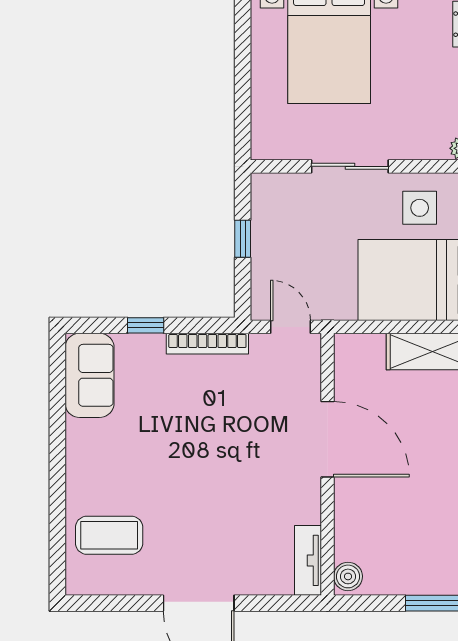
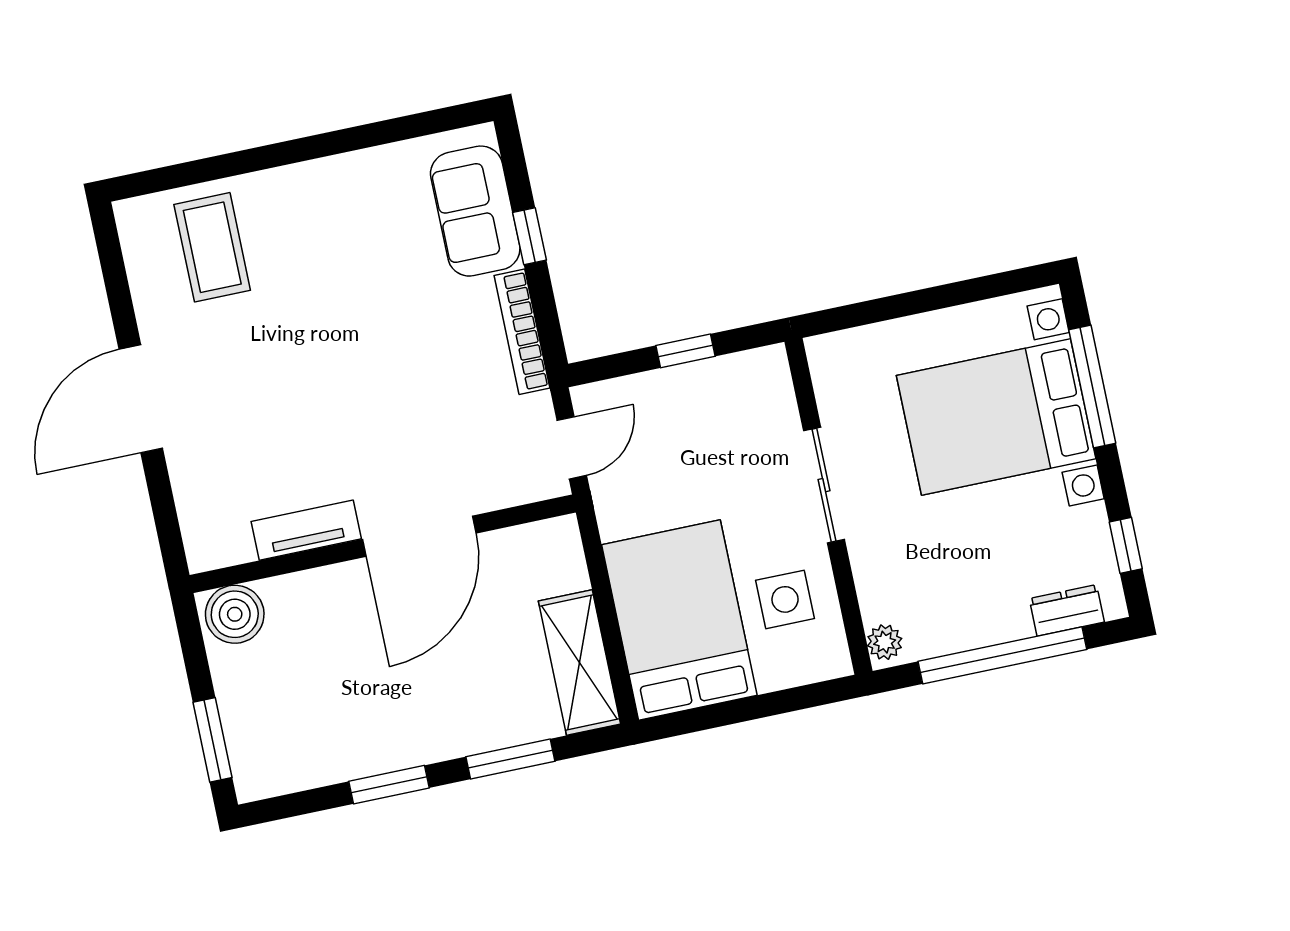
sofa: (90, 375) -> (475, 211), moved, turned 90
tv unit: (308, 560) -> (306, 530), moved
boiler: (348, 576) -> (235, 614), width x1.36, depth x1.36

